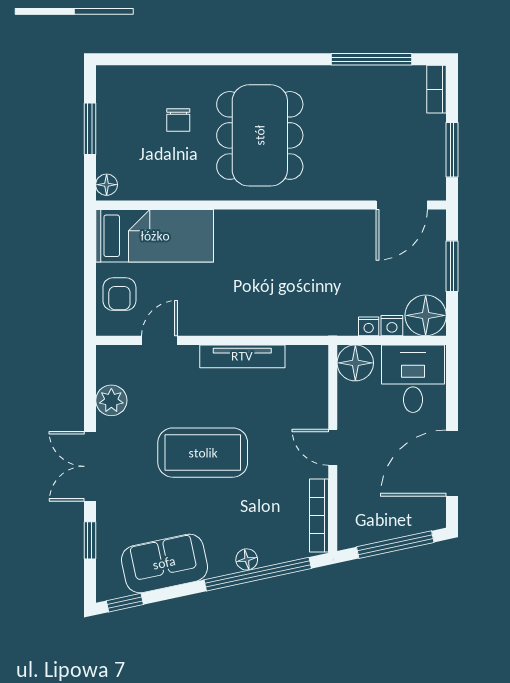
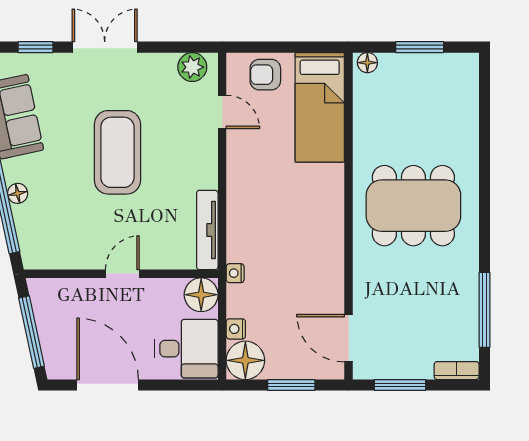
chair: (178, 120) -> (428, 129), removed
nightstand: (369, 326) -> (235, 273), moved
tv unit: (242, 356) -> (207, 230), moved
plant: (111, 400) -> (192, 67), moved
bookcase: (319, 516) -> (59, 261), removed

